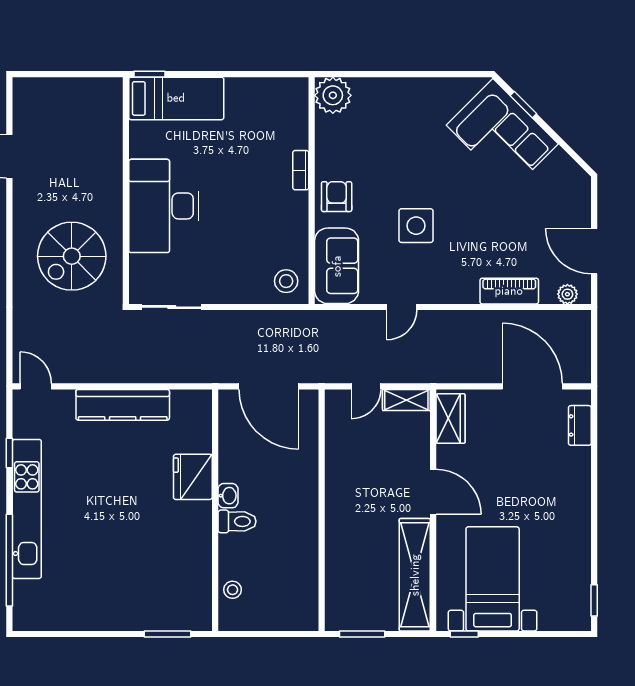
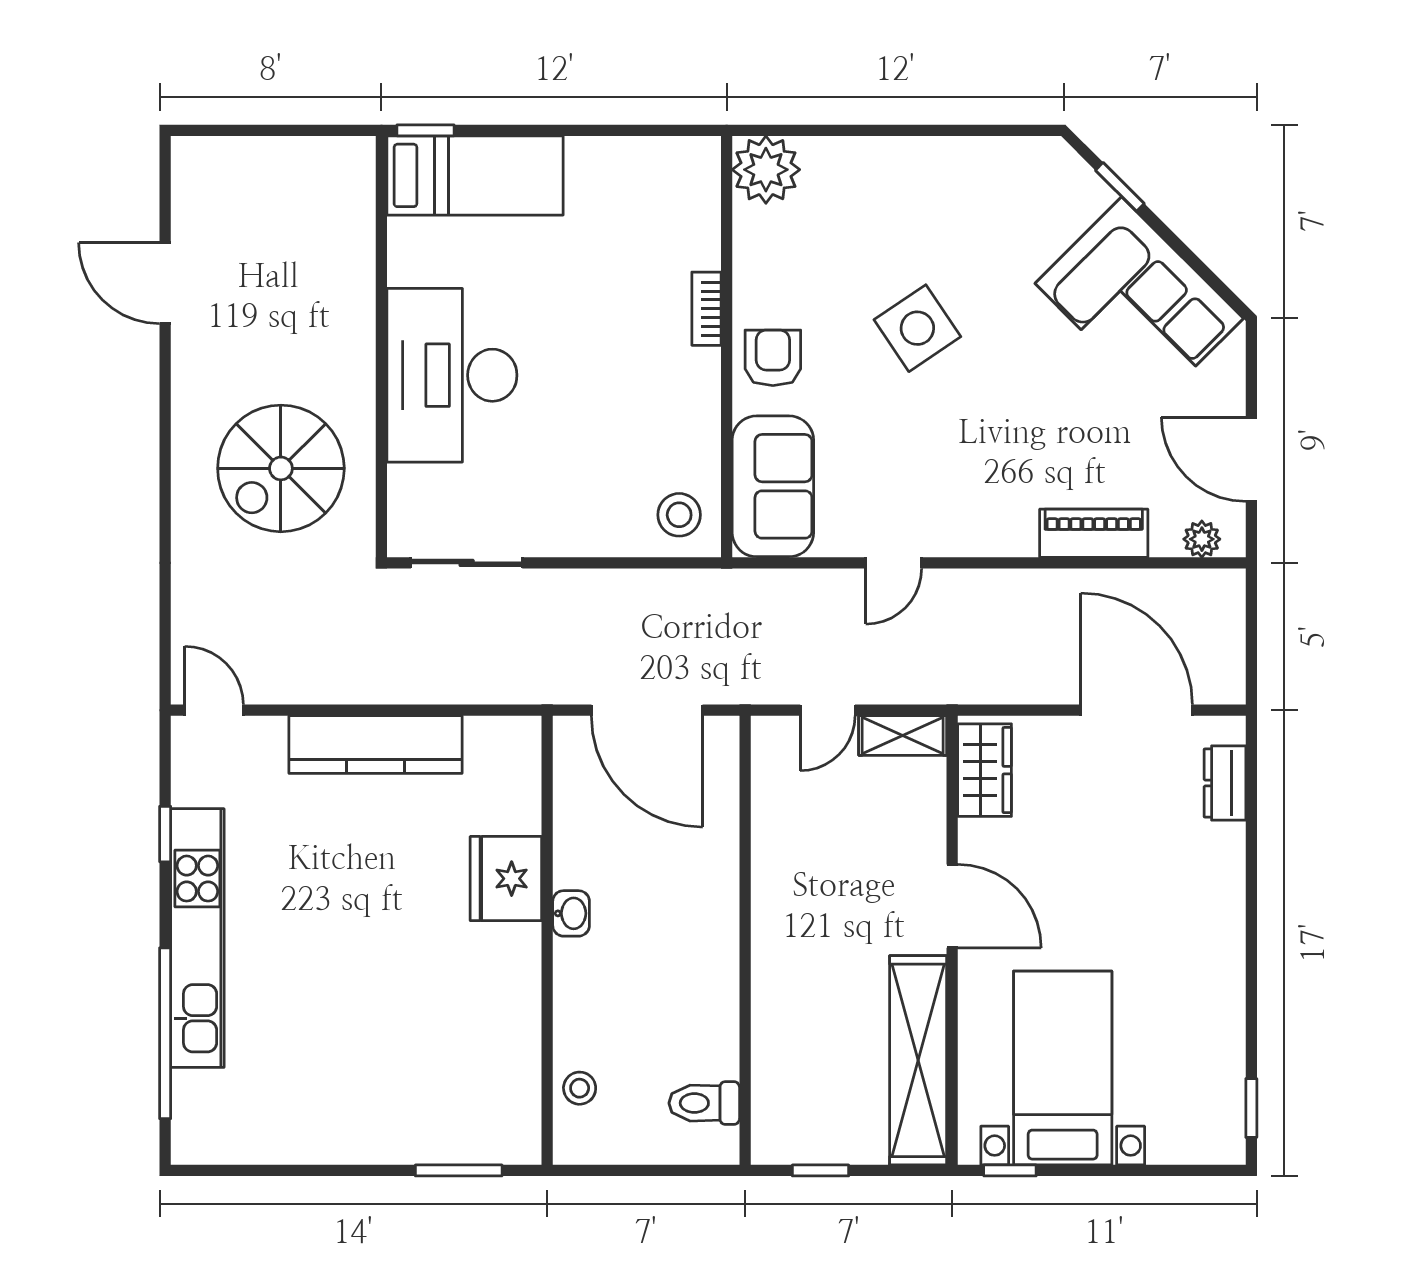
corner sofa: (502, 135) -> (1139, 301), moved
side table: (416, 226) -> (917, 328), moved, turned -34
toilet: (237, 521) -> (704, 1103), moved, turned 180
window: (362, 634) -> (821, 1170), width x0.67

